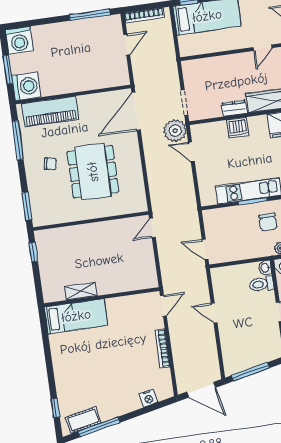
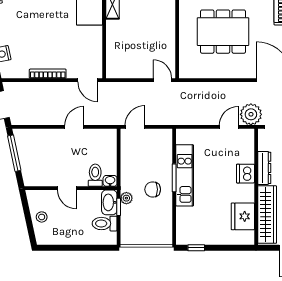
dresser: (234, 108) -> (264, 168), width x1.44

